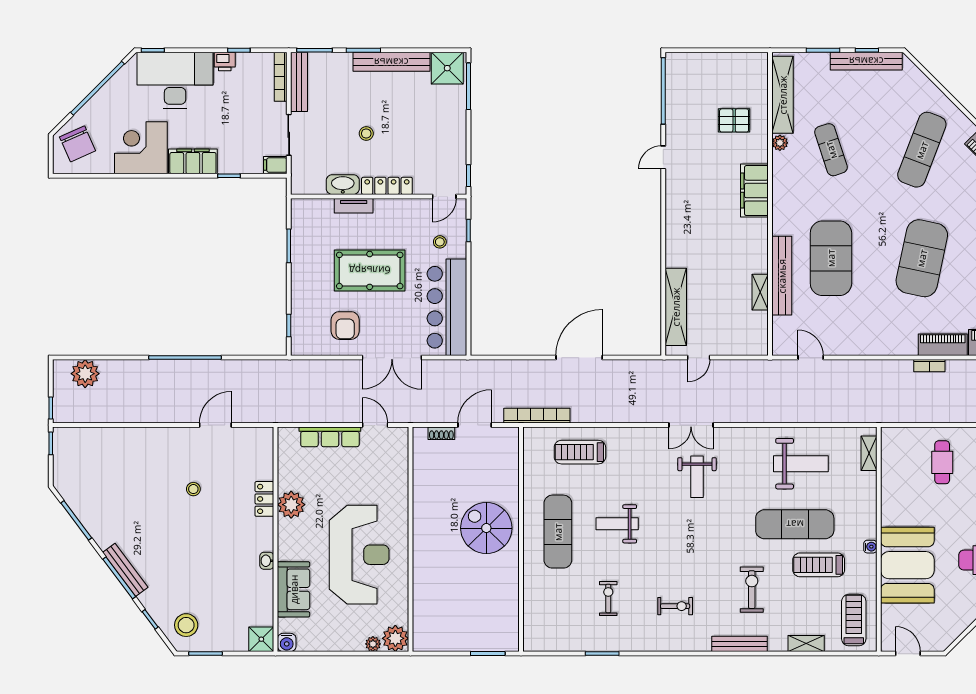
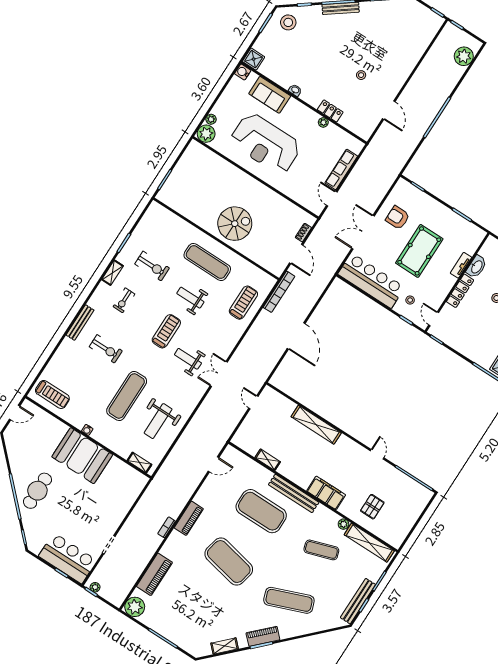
exercise mat: (922, 150) -> (289, 600), turned -42
bench: (782, 276) -> (294, 493), moved
shelving: (676, 307) -> (316, 425), moved
piano: (943, 345) -> (189, 518), moved
door: (375, 425) -> (332, 199), swing flipped
cafe table: (942, 462) -> (108, 500), removed
plant: (291, 505) -> (323, 122), width x0.53, depth x0.53
weight bench: (617, 524) -> (190, 298), turned -90
treadmill: (819, 565) -> (166, 331), moved
booth: (907, 565) -> (82, 456), moved
exercise bike: (608, 599) -> (152, 266), width x1.38, depth x1.39
shelving: (806, 644) -> (112, 273), moved

